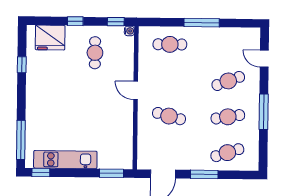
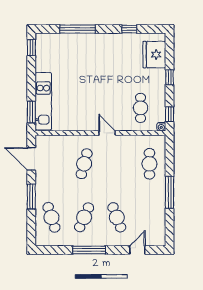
cafe table: (95, 53) -> (141, 108), moved, turned 90
door: (136, 90) -> (107, 133), hinge flipped
cafe table: (228, 117) -> (84, 217), turned 33
window: (21, 140) -> (78, 29), moved
kitchen unit: (65, 160) -> (43, 101), moved

